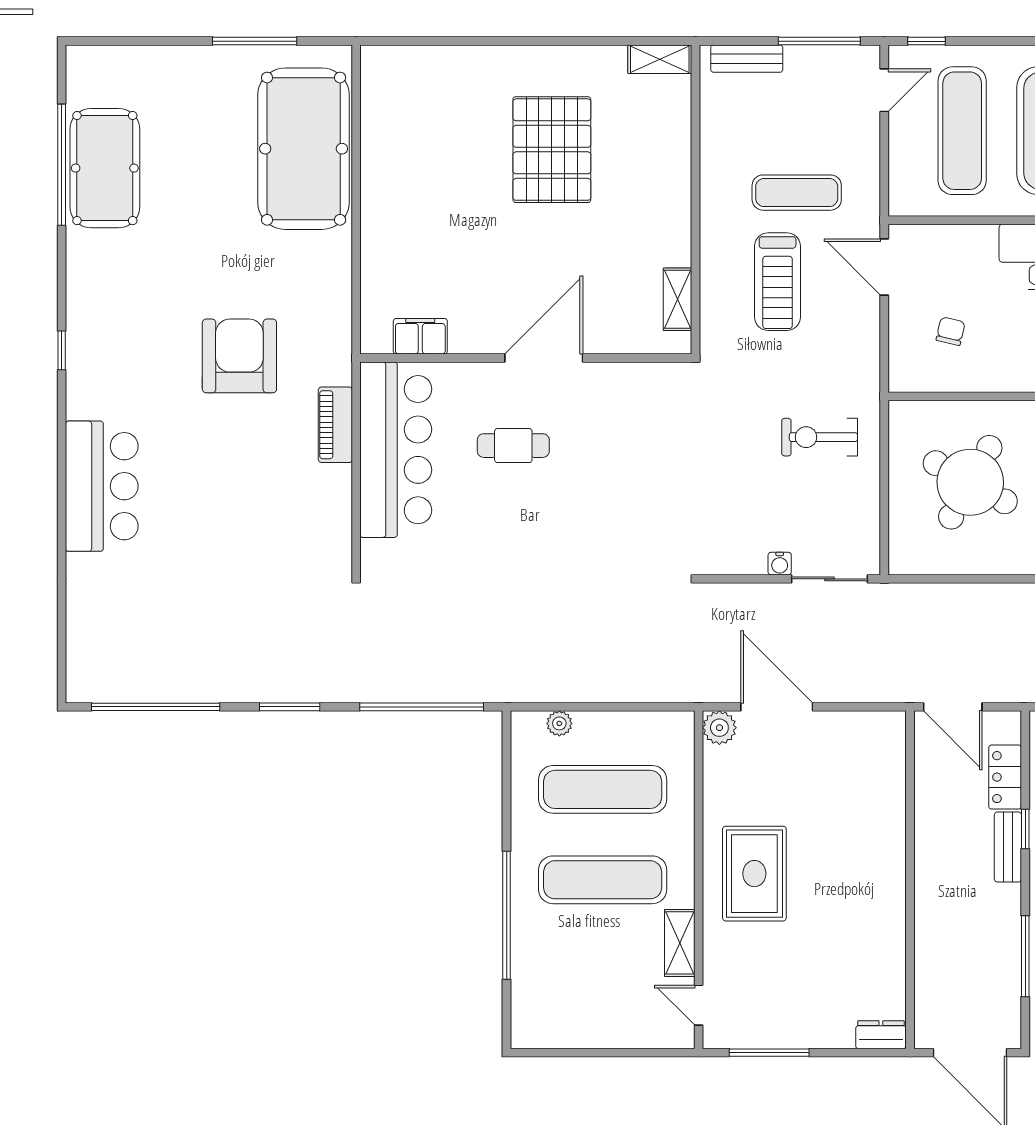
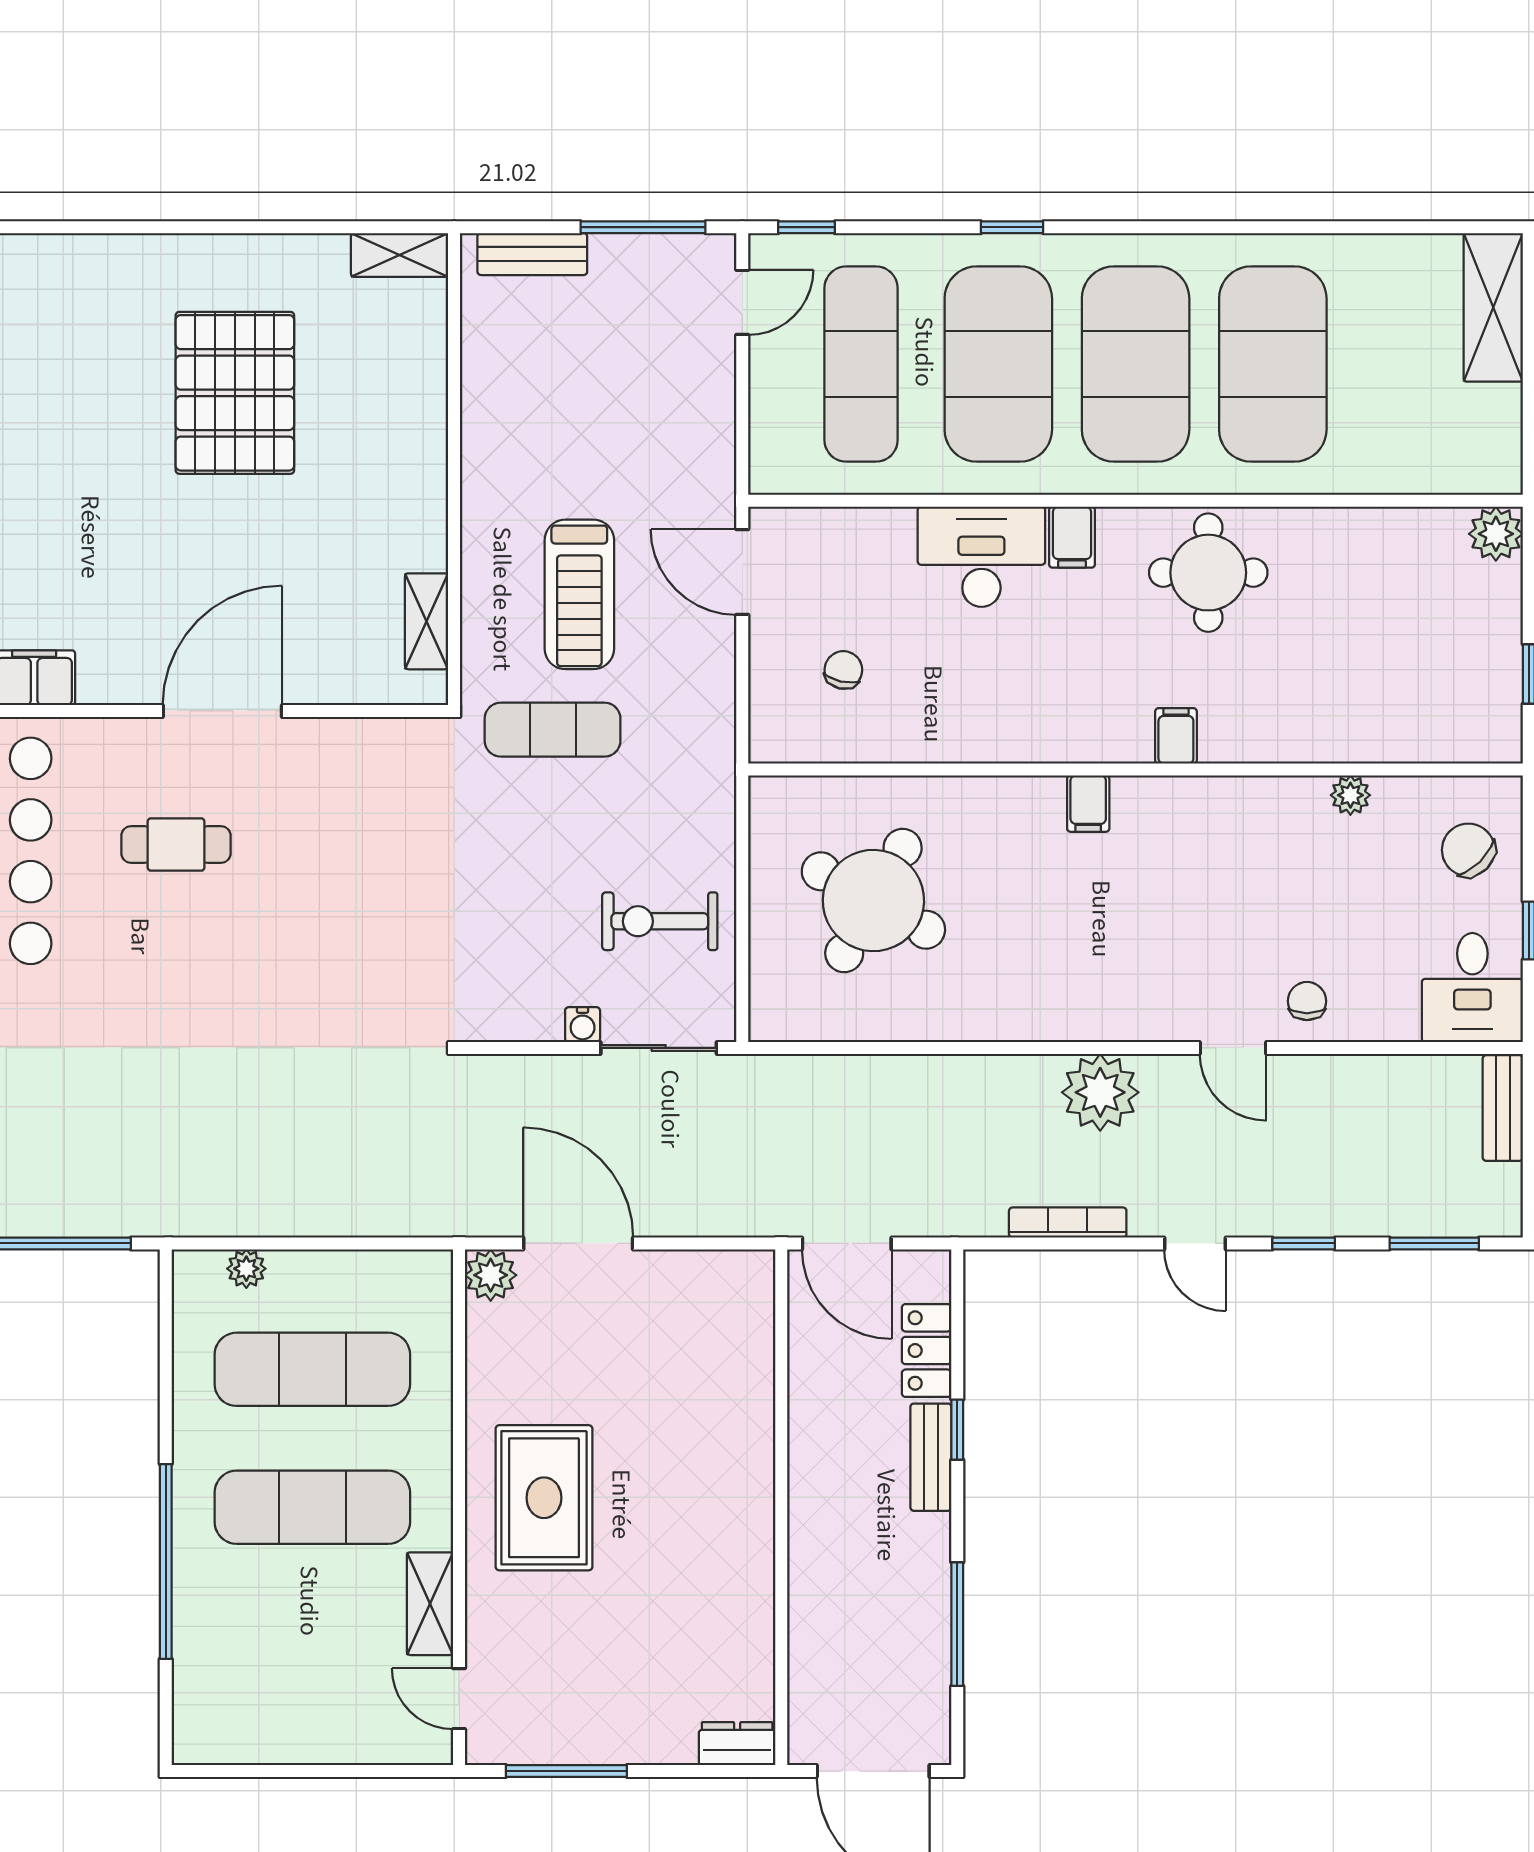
exercise mat: (797, 193) -> (553, 730), moved
exercise bike: (820, 437) -> (660, 921), moved

